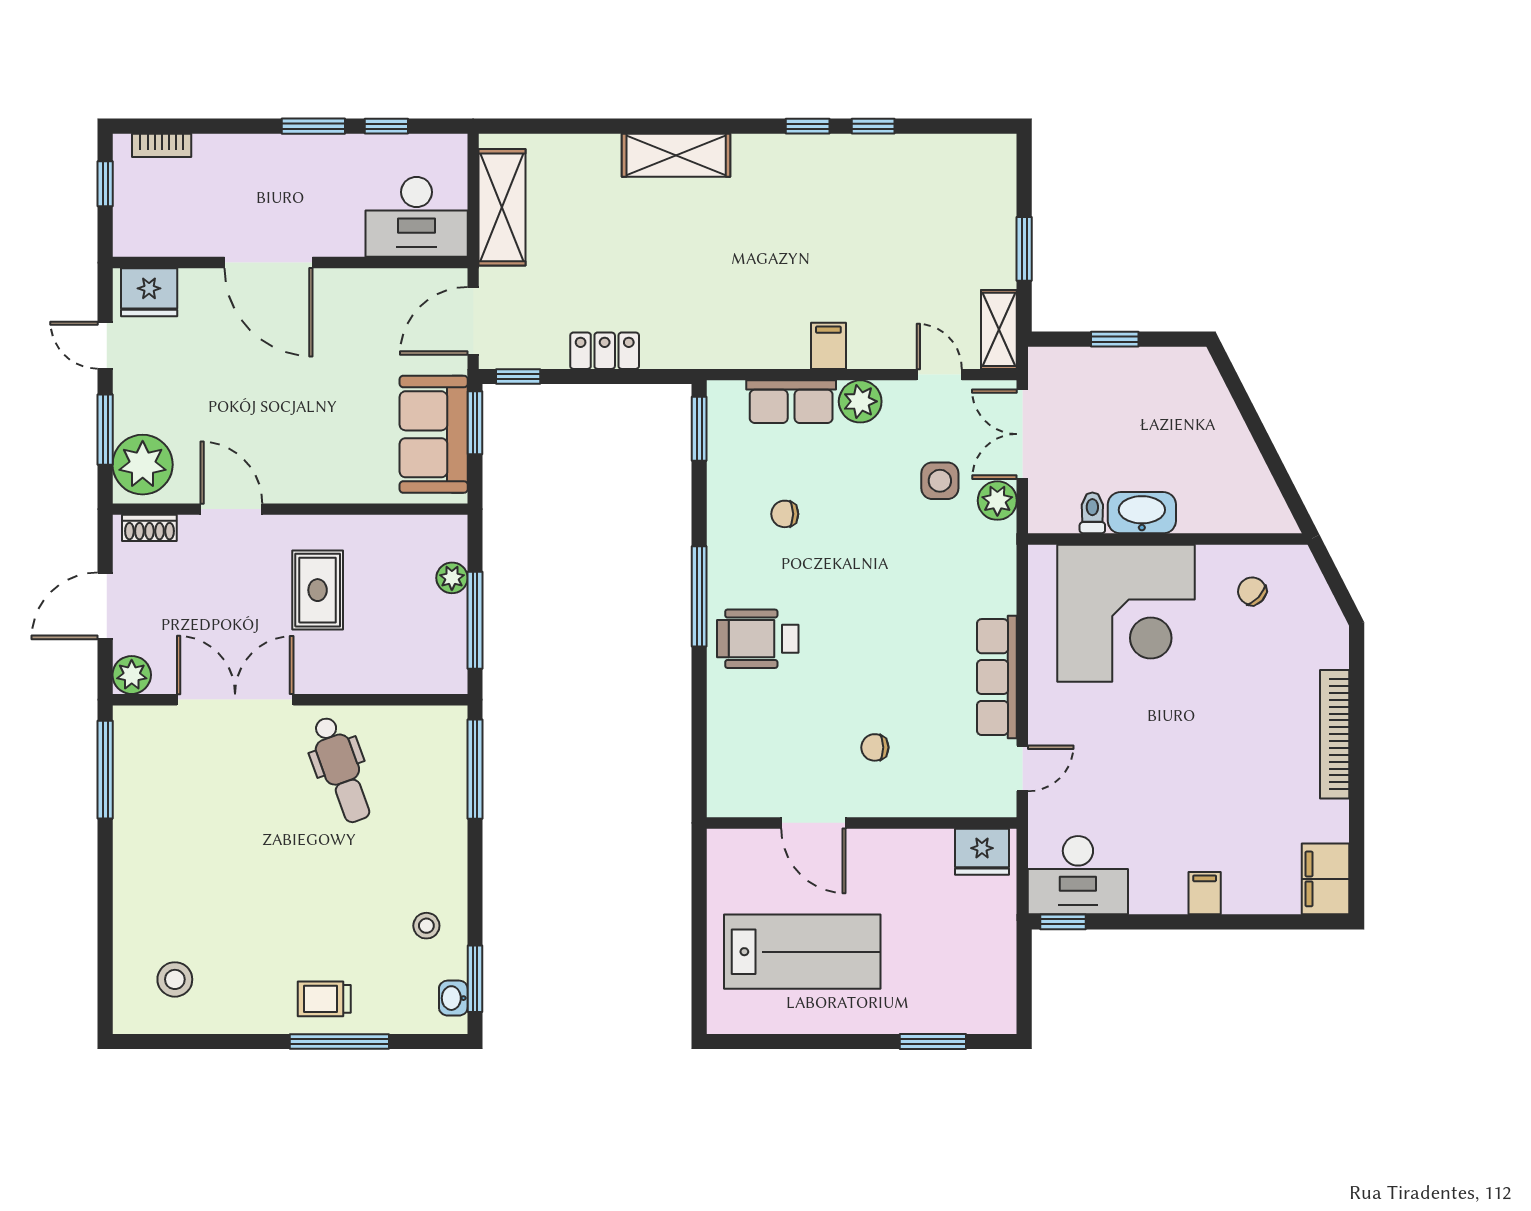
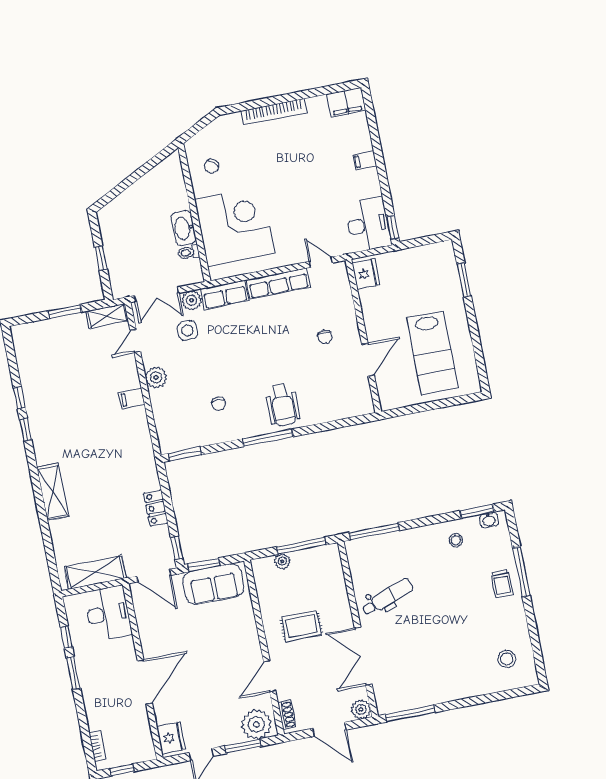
row of seats: (791, 402) -> (225, 295), moved, turned 90
lab bench: (802, 952) -> (432, 353), turned 180

